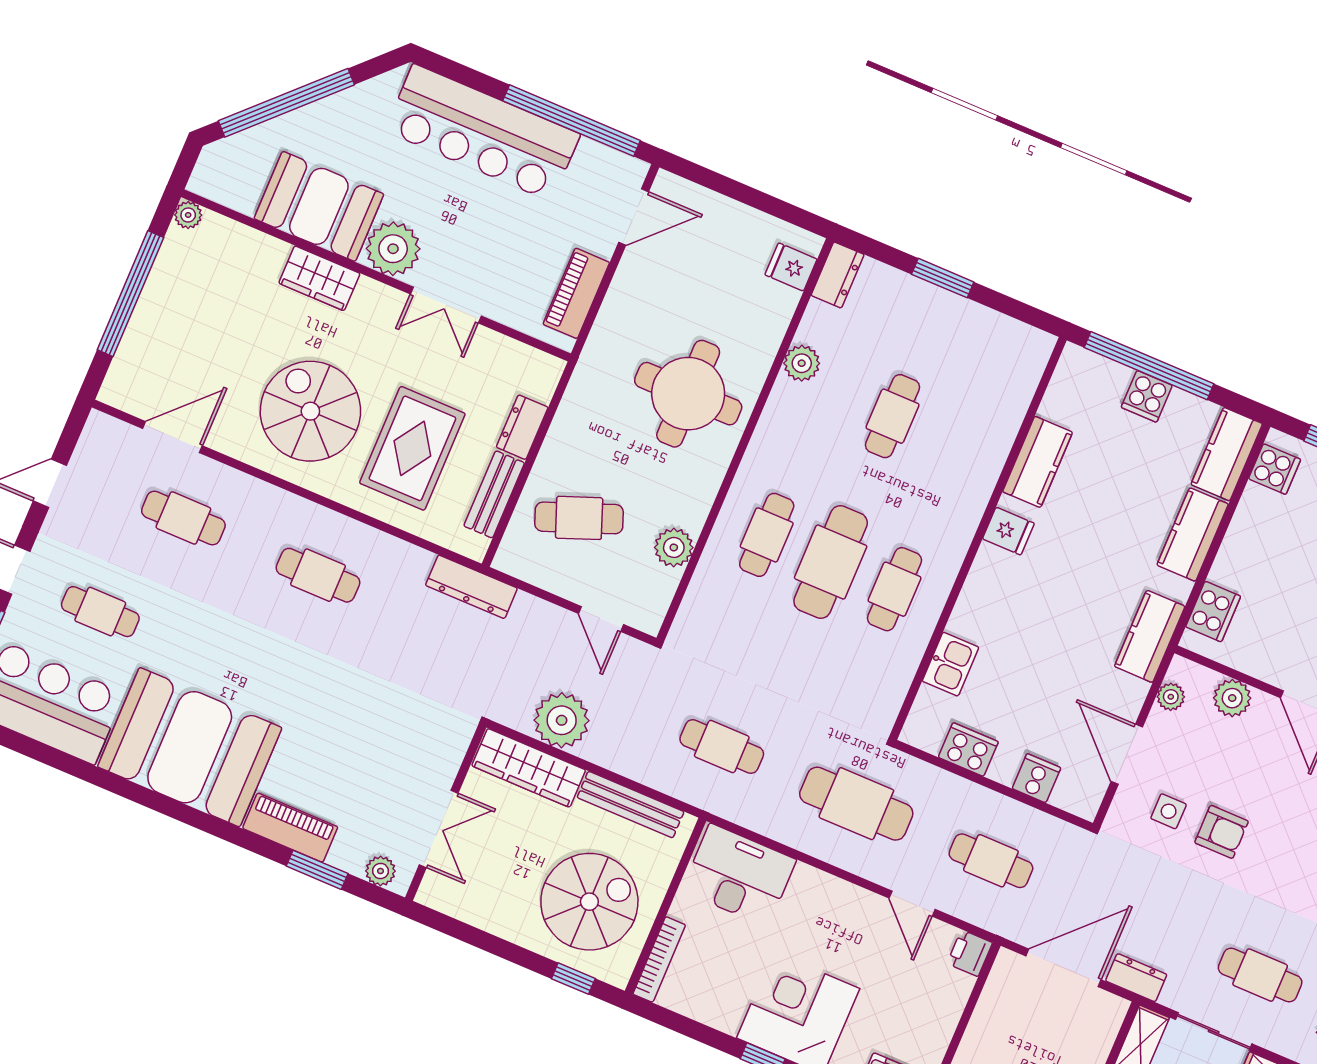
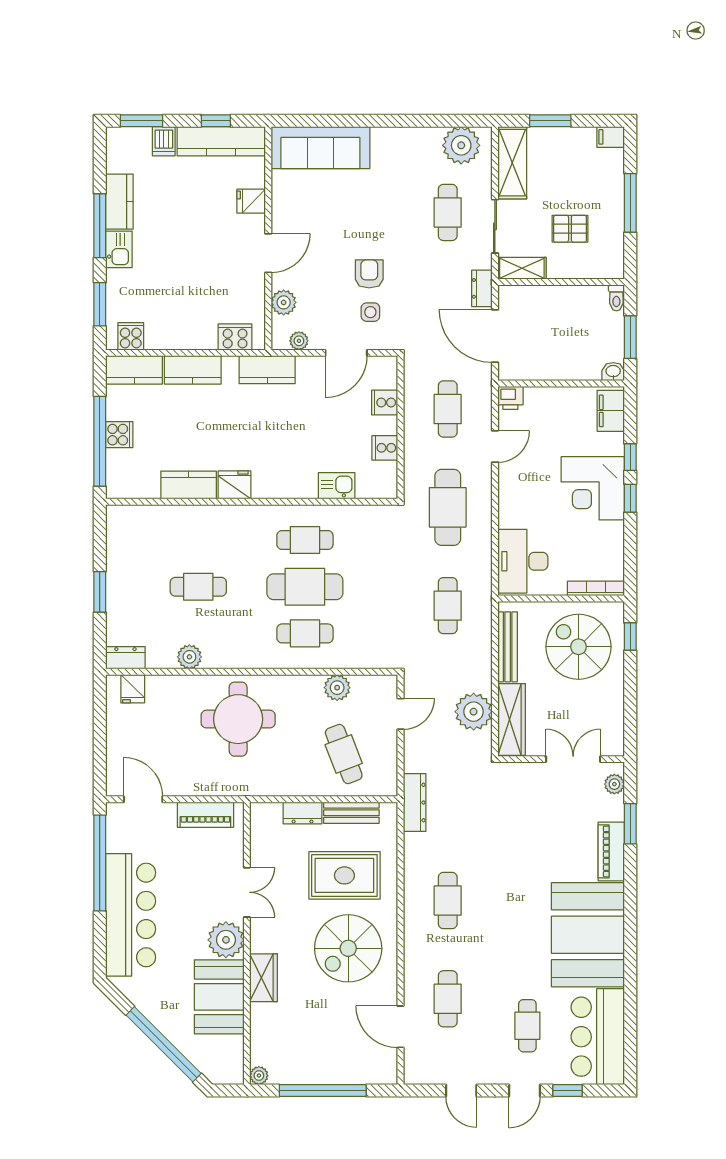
fridge: (1008, 531) -> (235, 485), width x1.38
cooker: (968, 750) -> (385, 448), width x0.73

